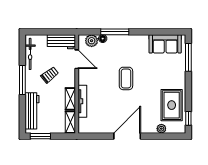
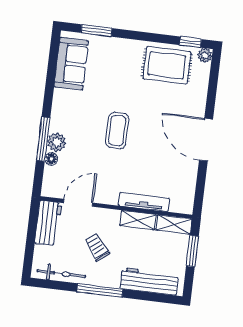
plant: (92, 41) -> (57, 142), moved
window: (188, 57) -> (96, 30), width x0.69
coffee table: (126, 78) -> (117, 131), turned 90
plant: (161, 129) -> (205, 55), moved
window: (40, 136) -> (192, 251), moved

